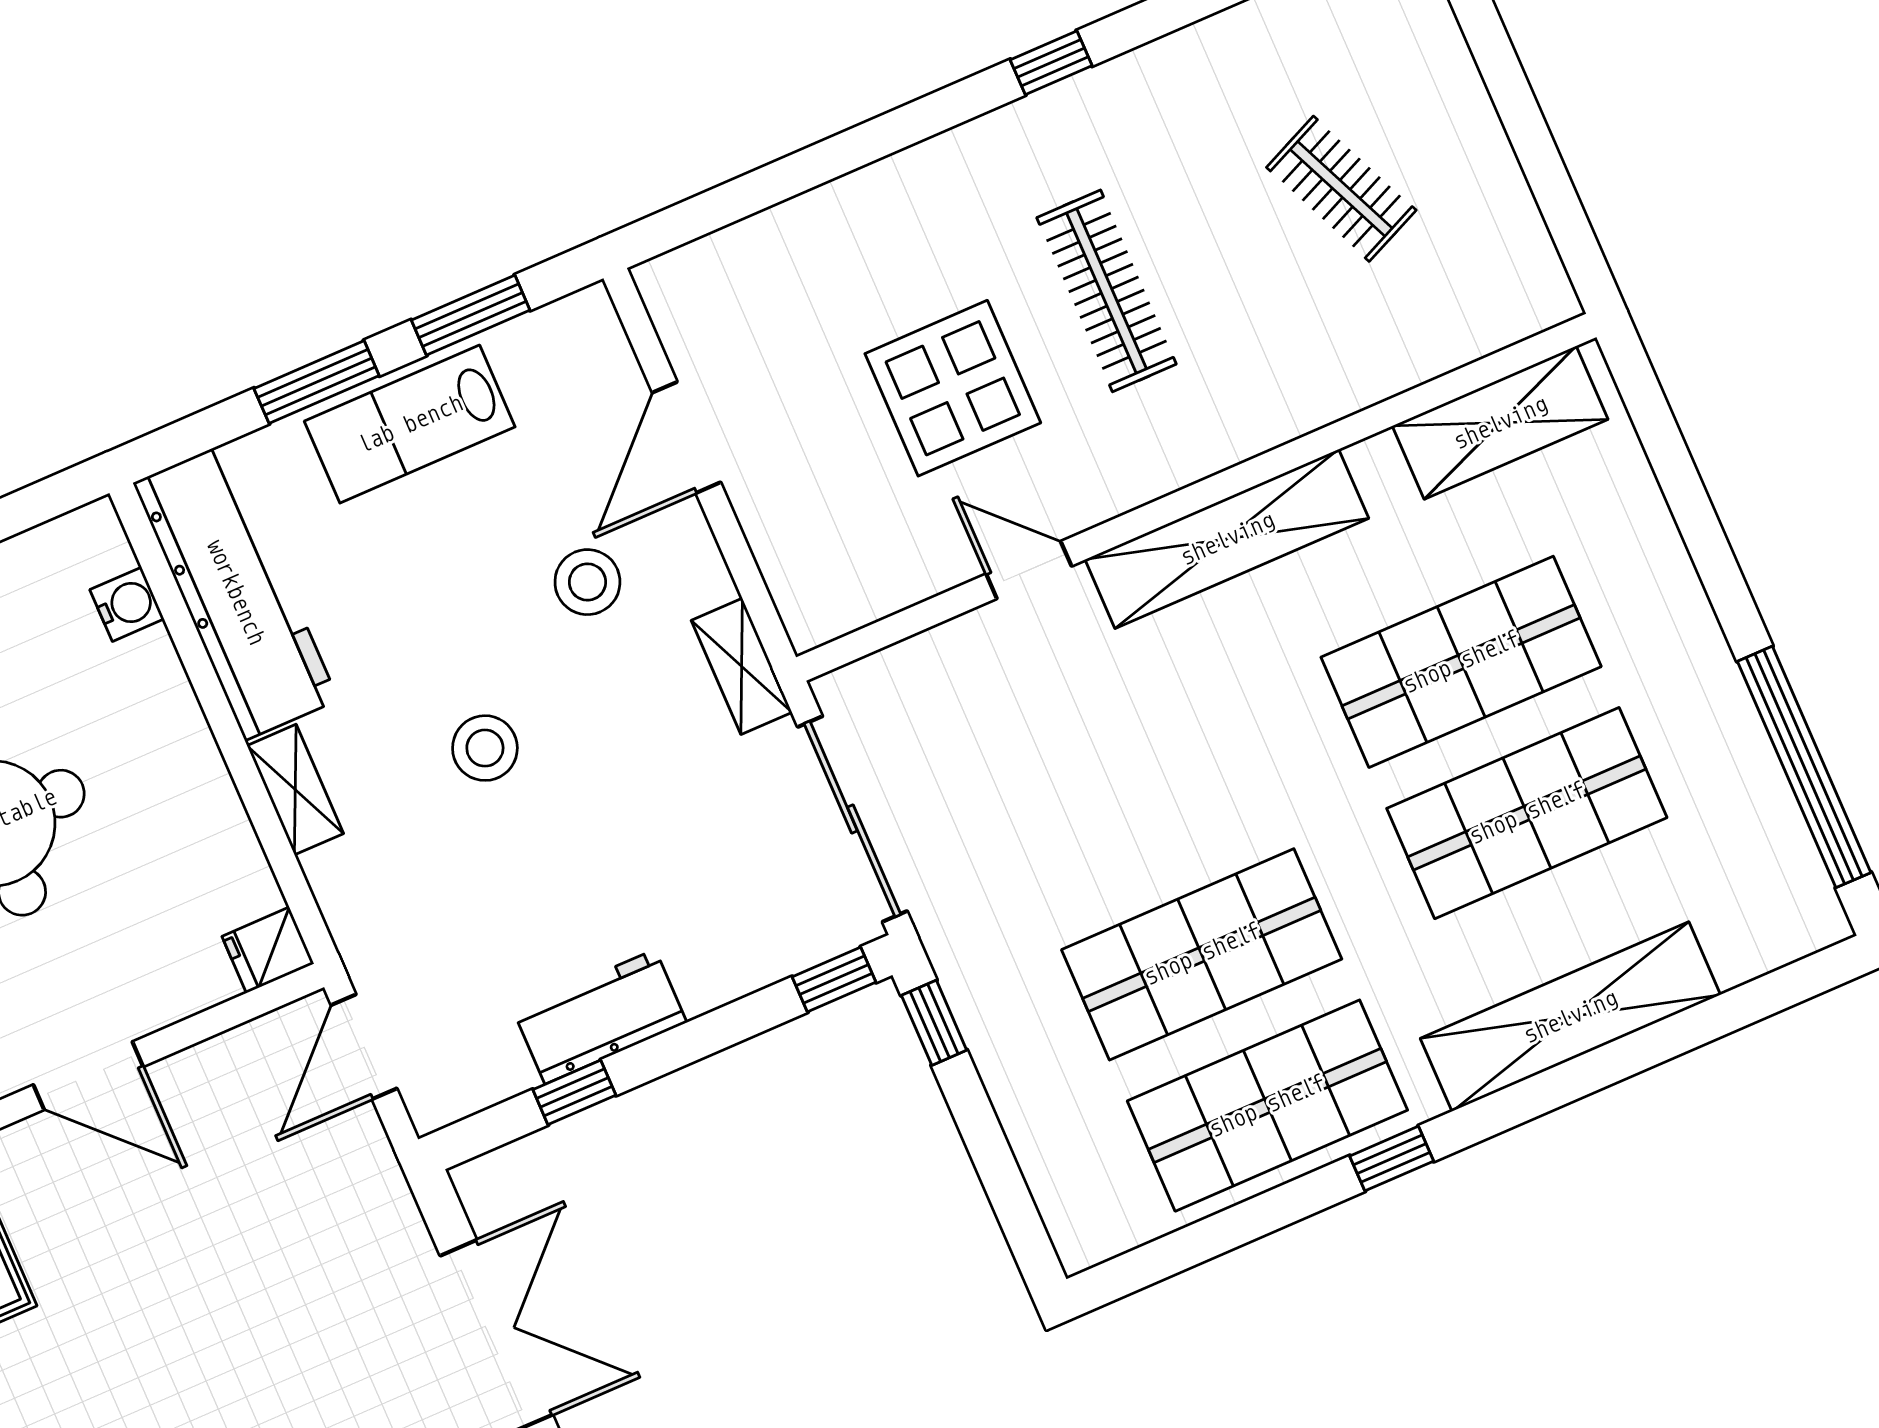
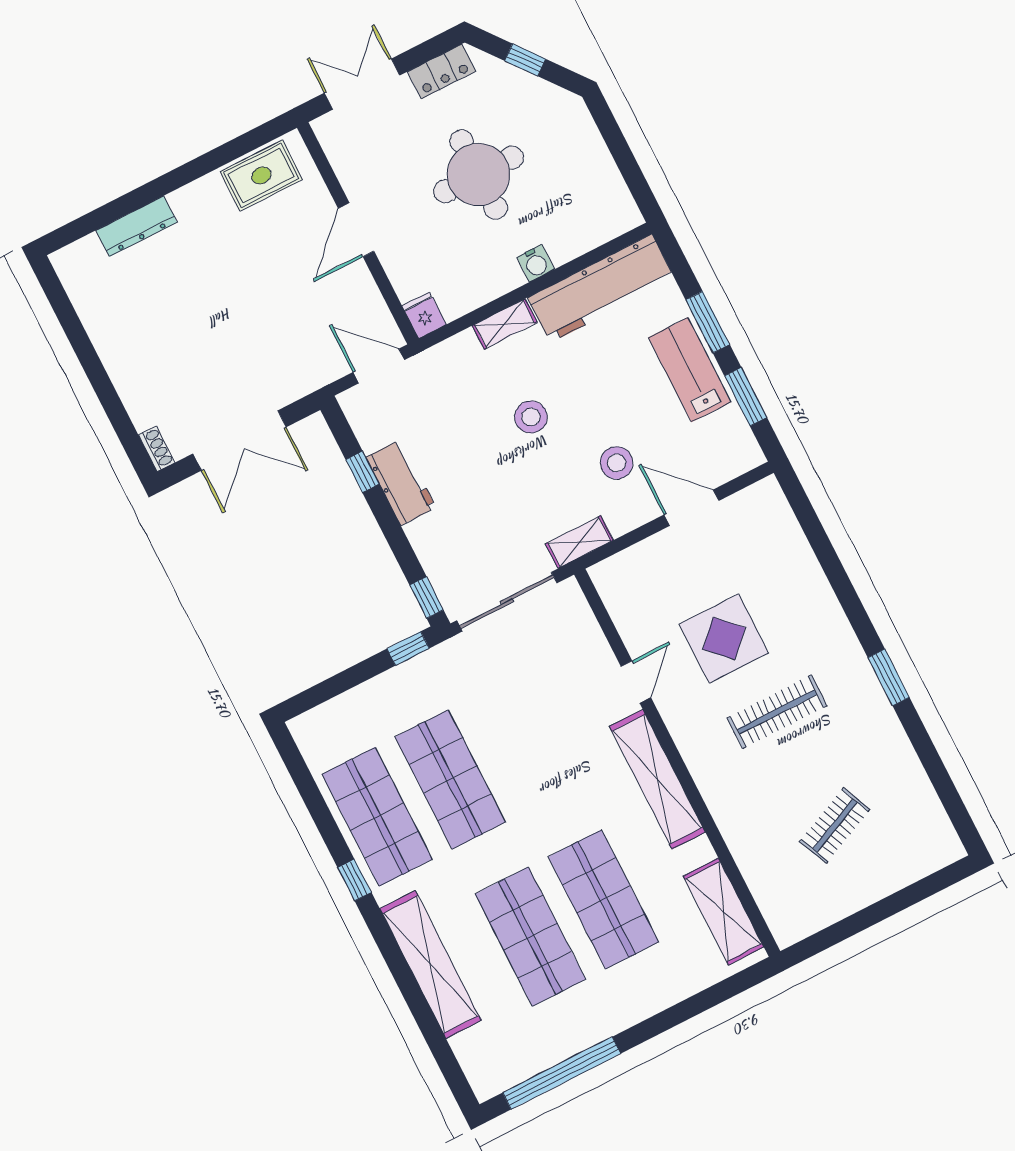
window: (1051, 63) -> (889, 677), width x1.50
water cooler: (127, 604) -> (536, 263), moved

